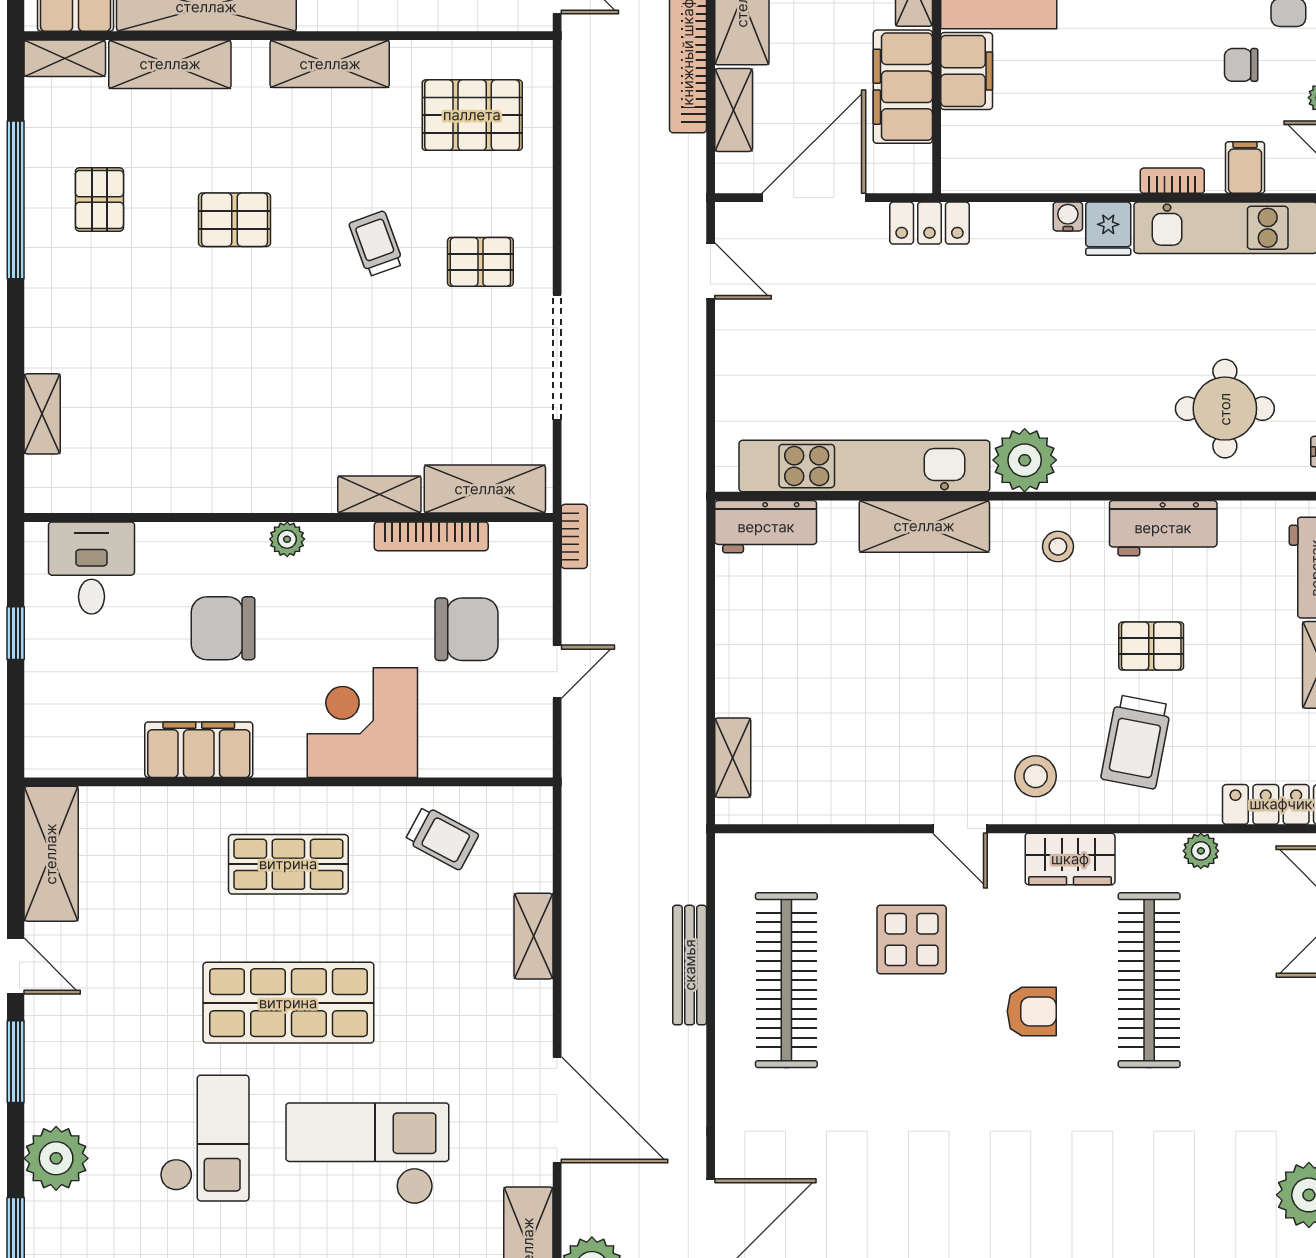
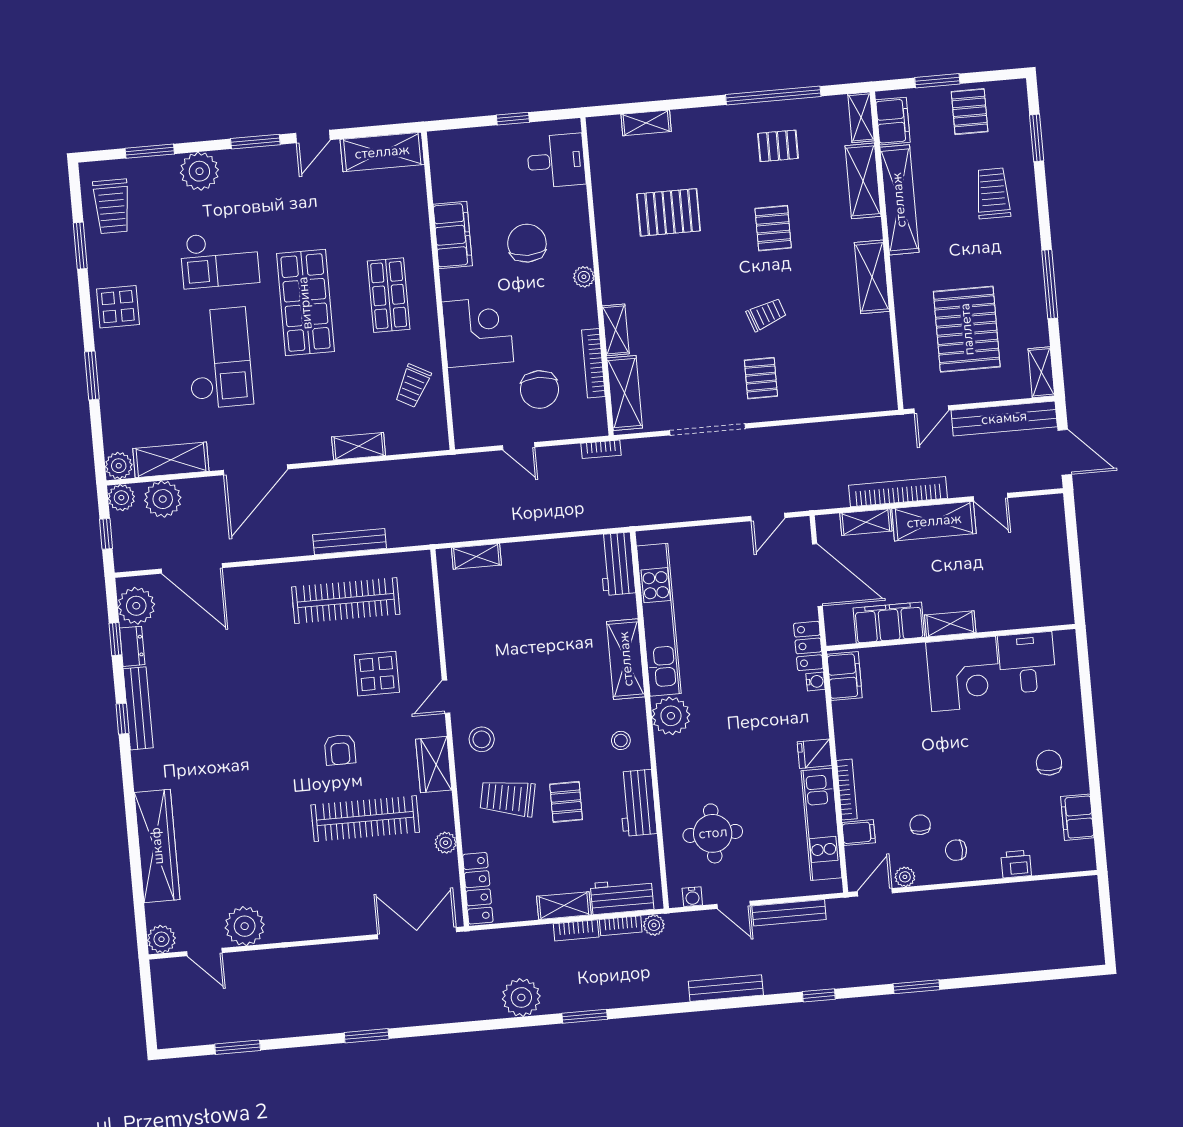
filing cabinet: (967, 71) -> (845, 676), moved, turned -90
pallet: (472, 115) -> (669, 212), moved, turned 90
bookcase: (1172, 181) -> (847, 790), width x1.56
water cooler: (1068, 217) -> (815, 682), moved

